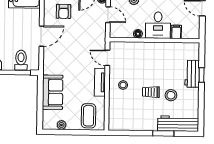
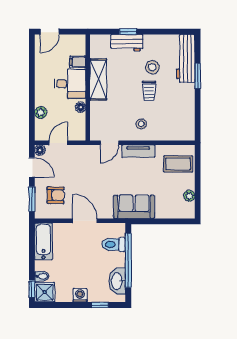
shelving: (161, 49) -> (98, 79), added
sofa: (53, 92) -> (134, 207), moved

